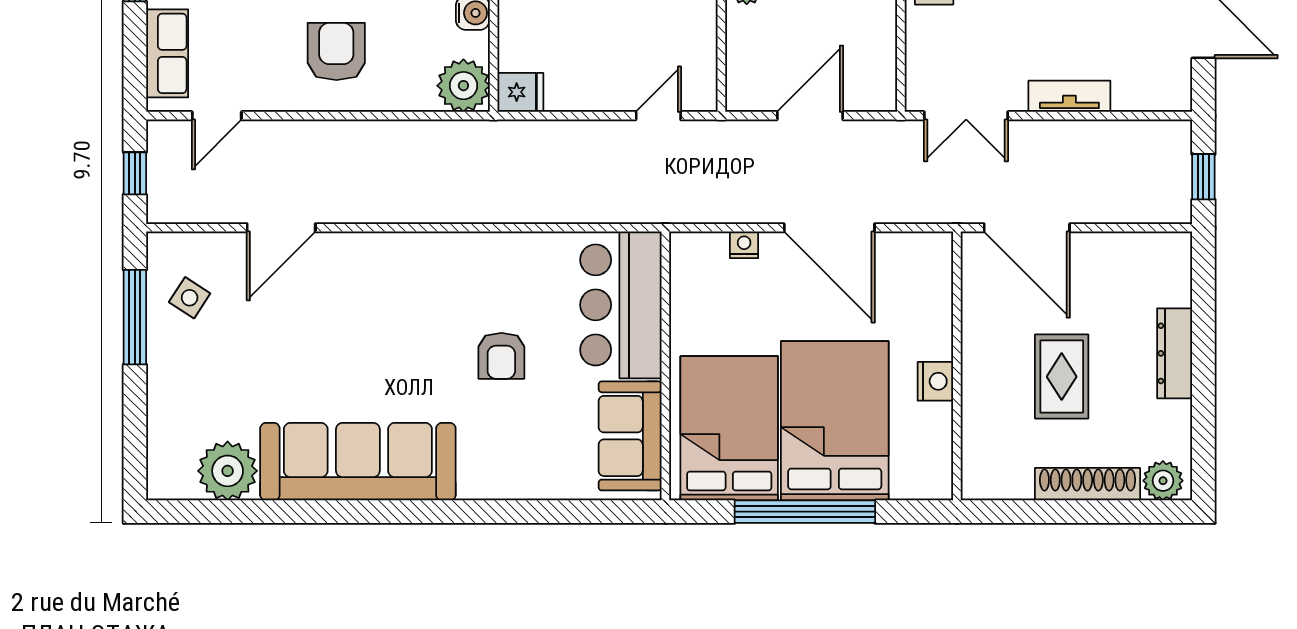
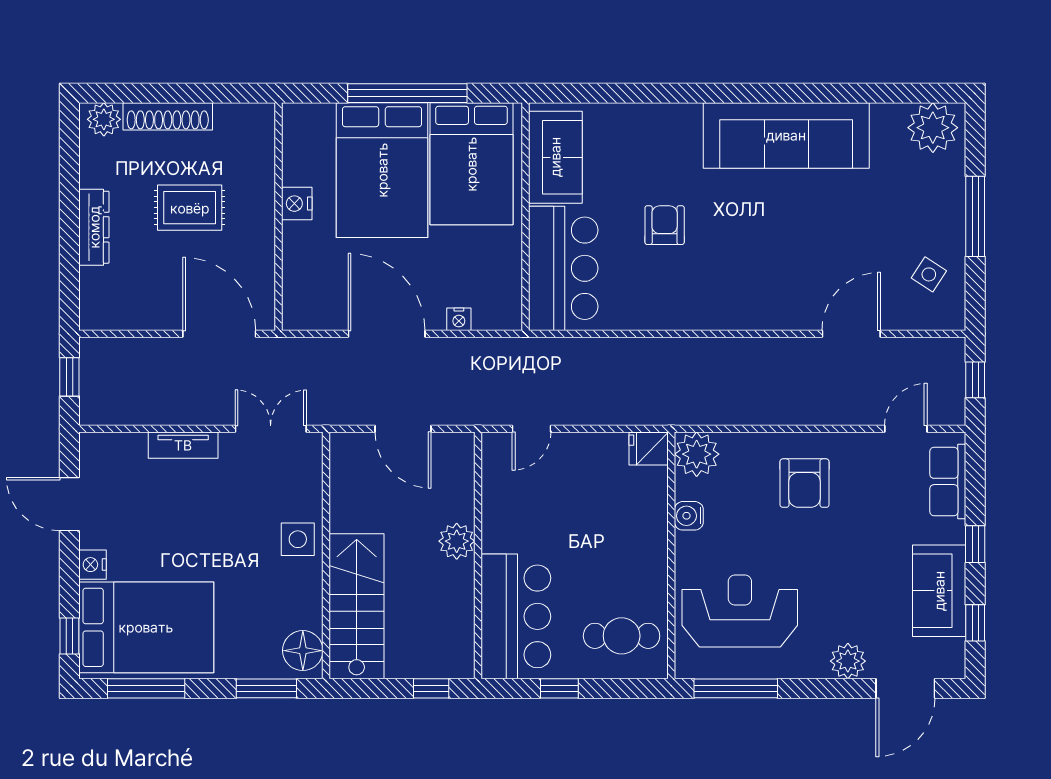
door: (810, 116) -> (403, 429), hinge flipped
window: (135, 317) -> (975, 216), moved
rug: (1062, 377) -> (190, 208), turned 90
plant: (228, 471) -> (933, 128), moved

